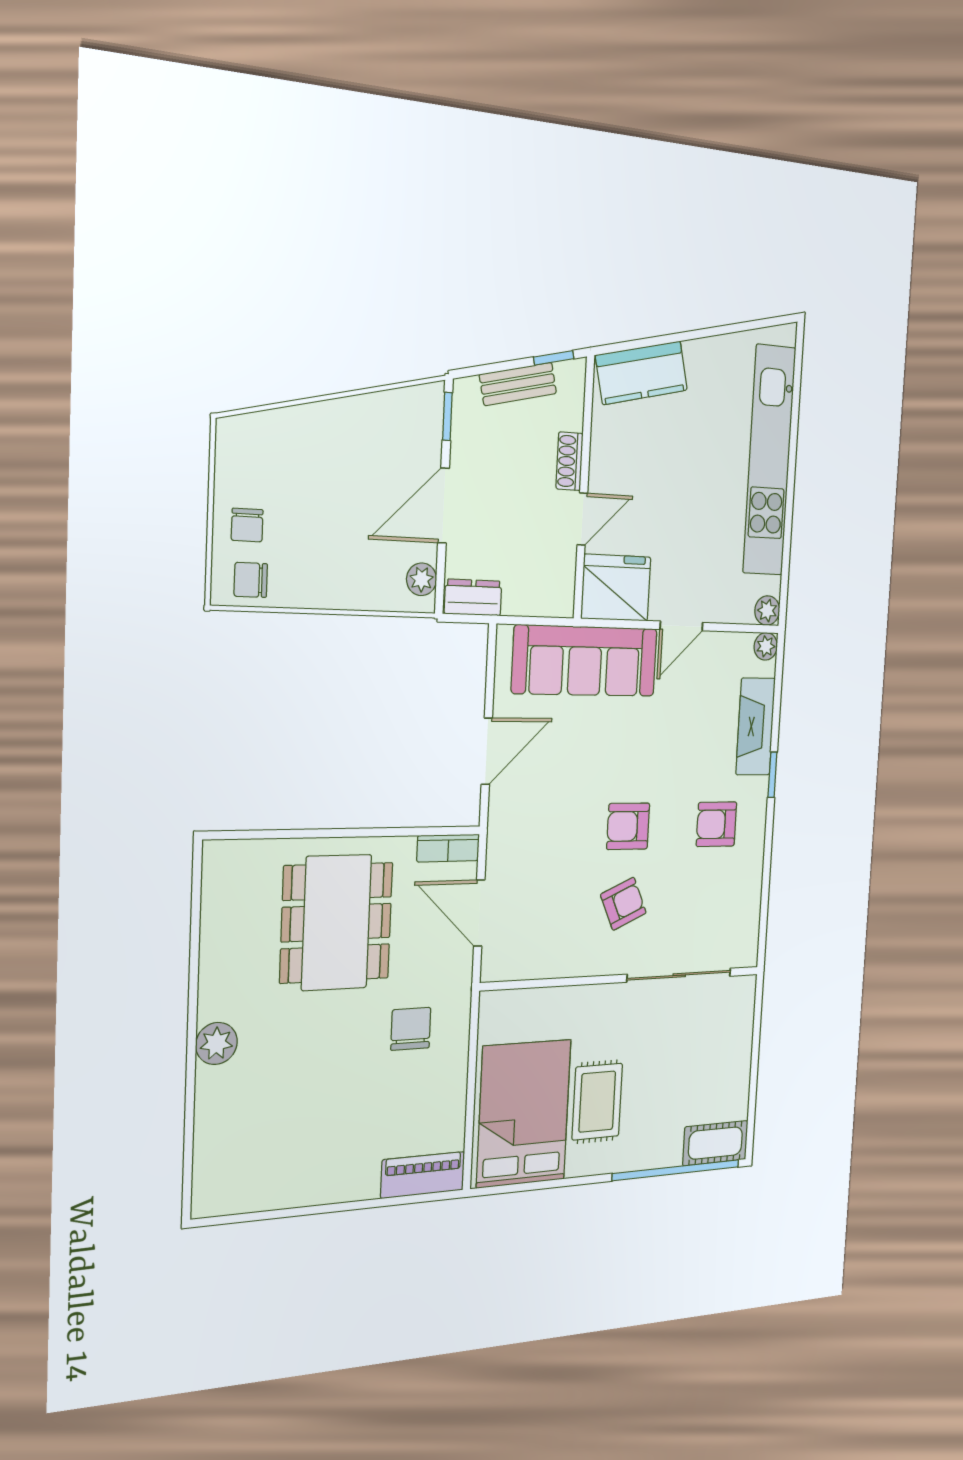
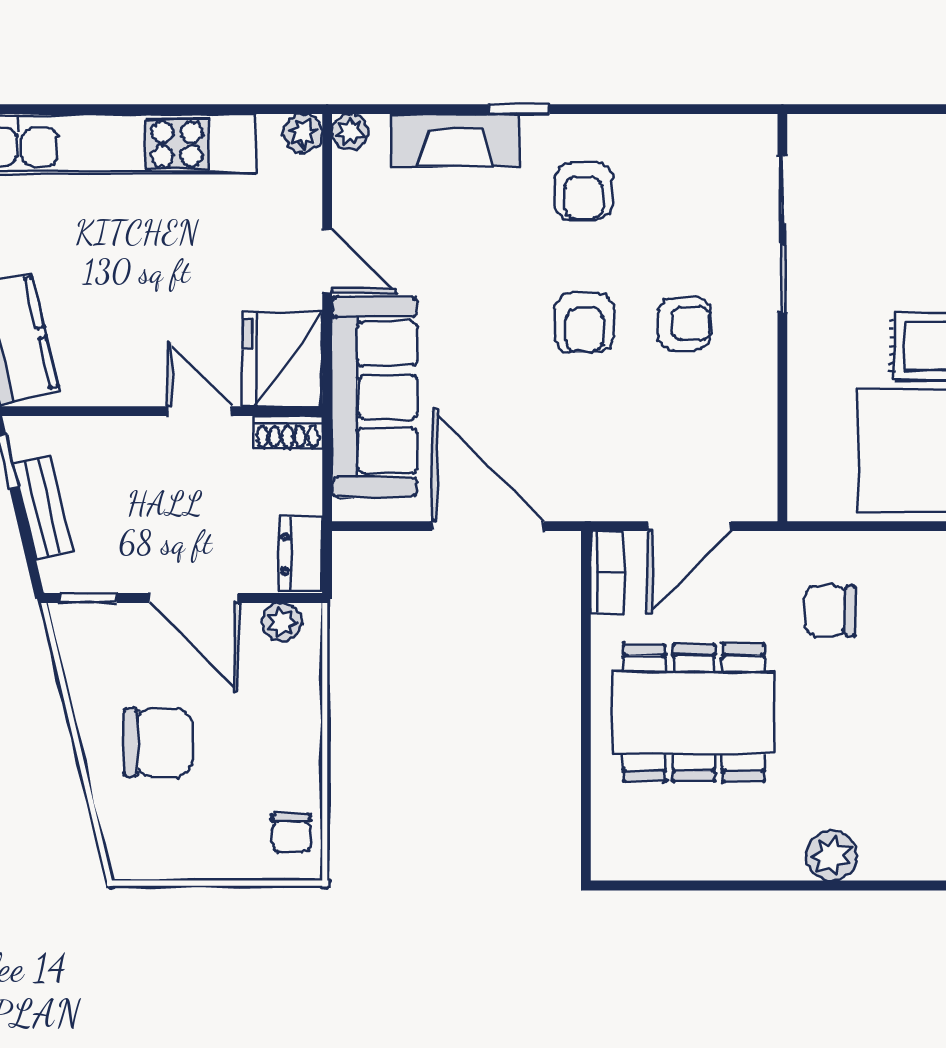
shoe rack: (570, 461) -> (288, 433), moved
chair: (247, 525) -> (158, 742), moved, width x1.87, depth x1.87
door: (487, 751) -> (488, 526), width x1.36
armchair: (623, 904) -> (684, 323), turned 114

